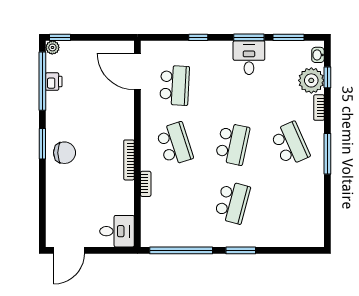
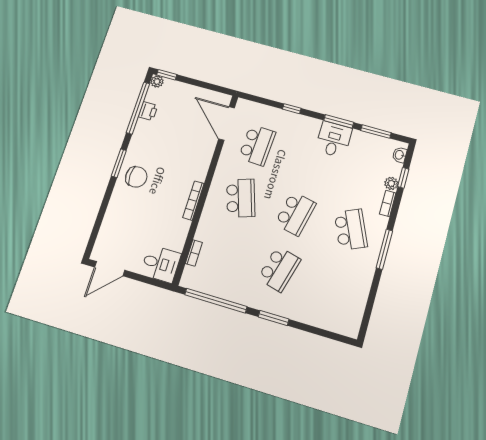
plant: (311, 80) -> (391, 183), width x0.53, depth x0.53
bookcase: (146, 184) -> (194, 253), moved

